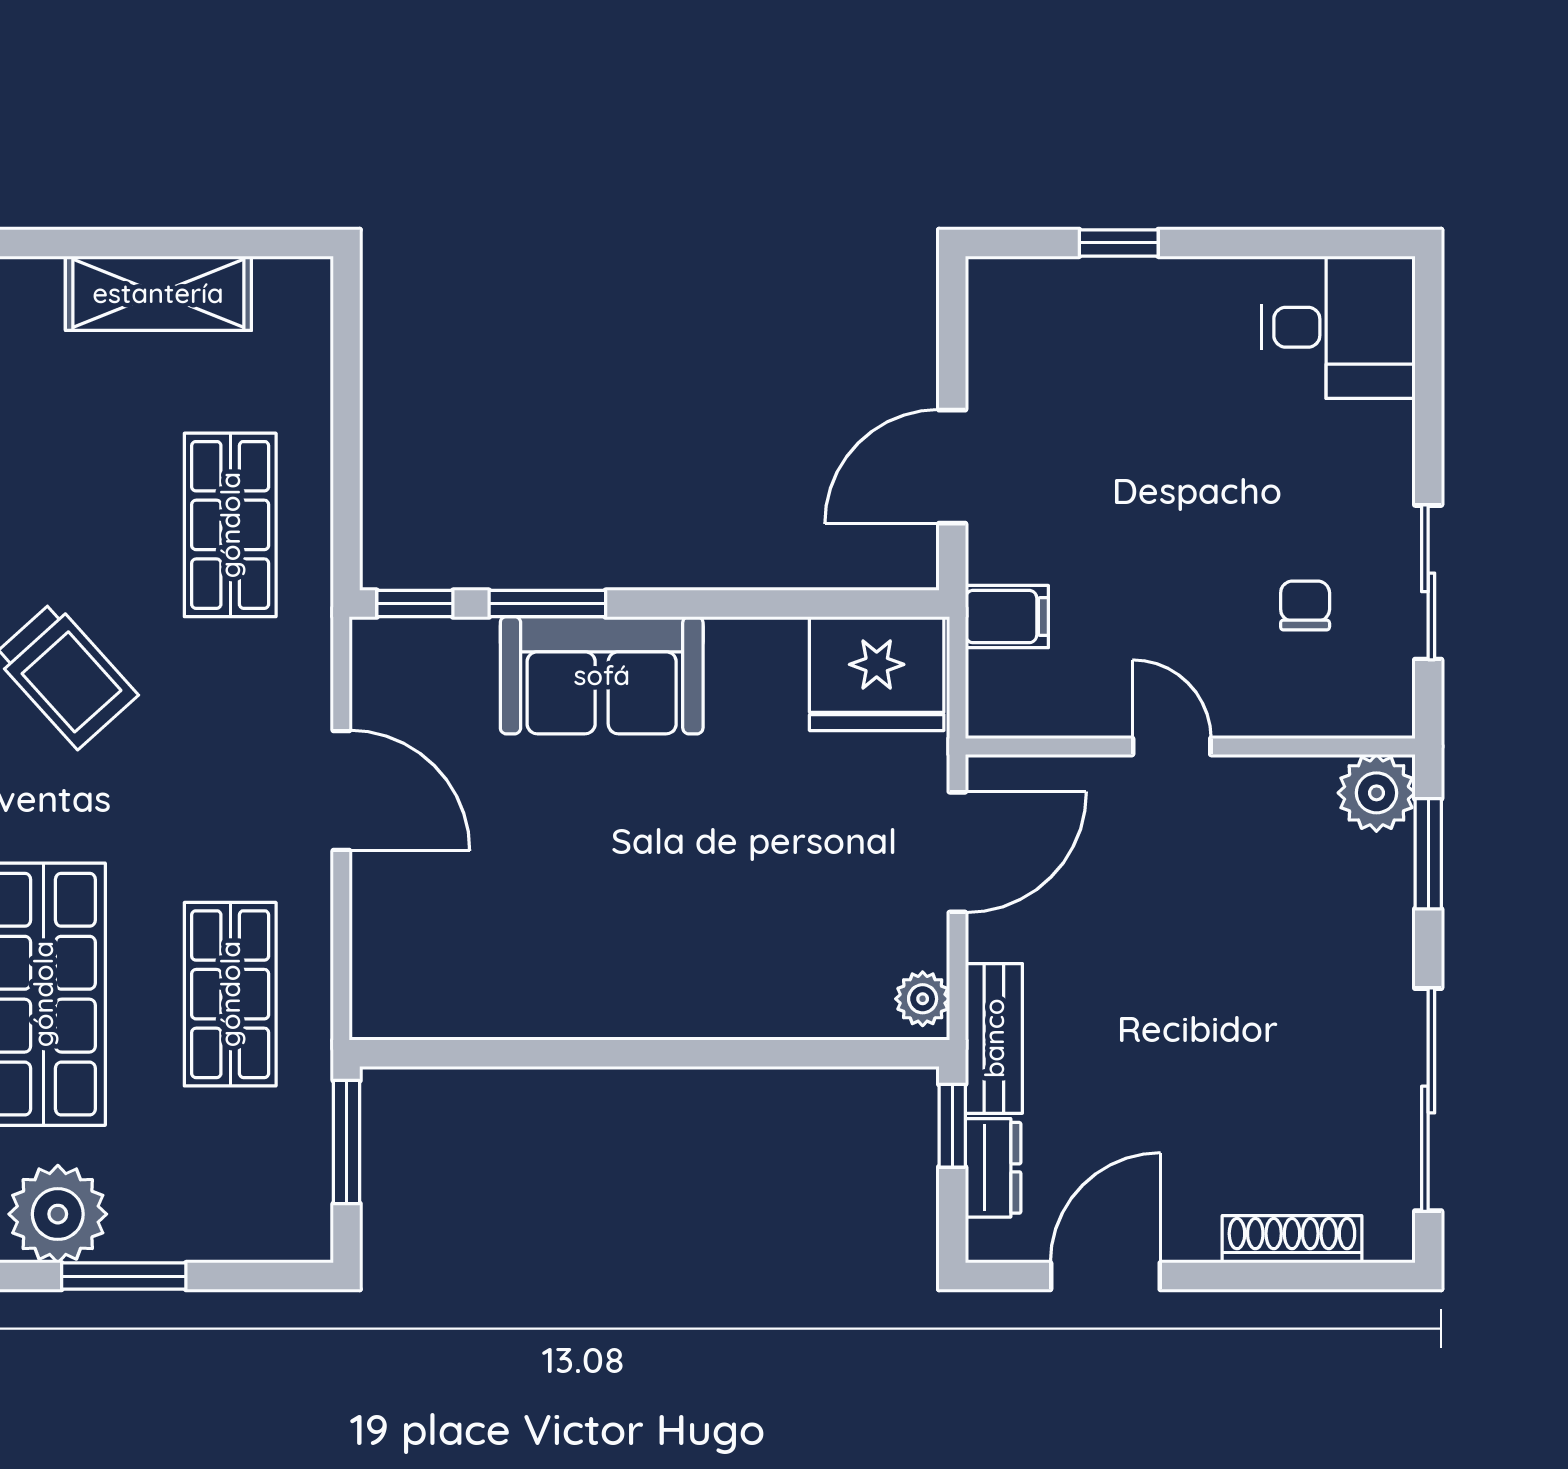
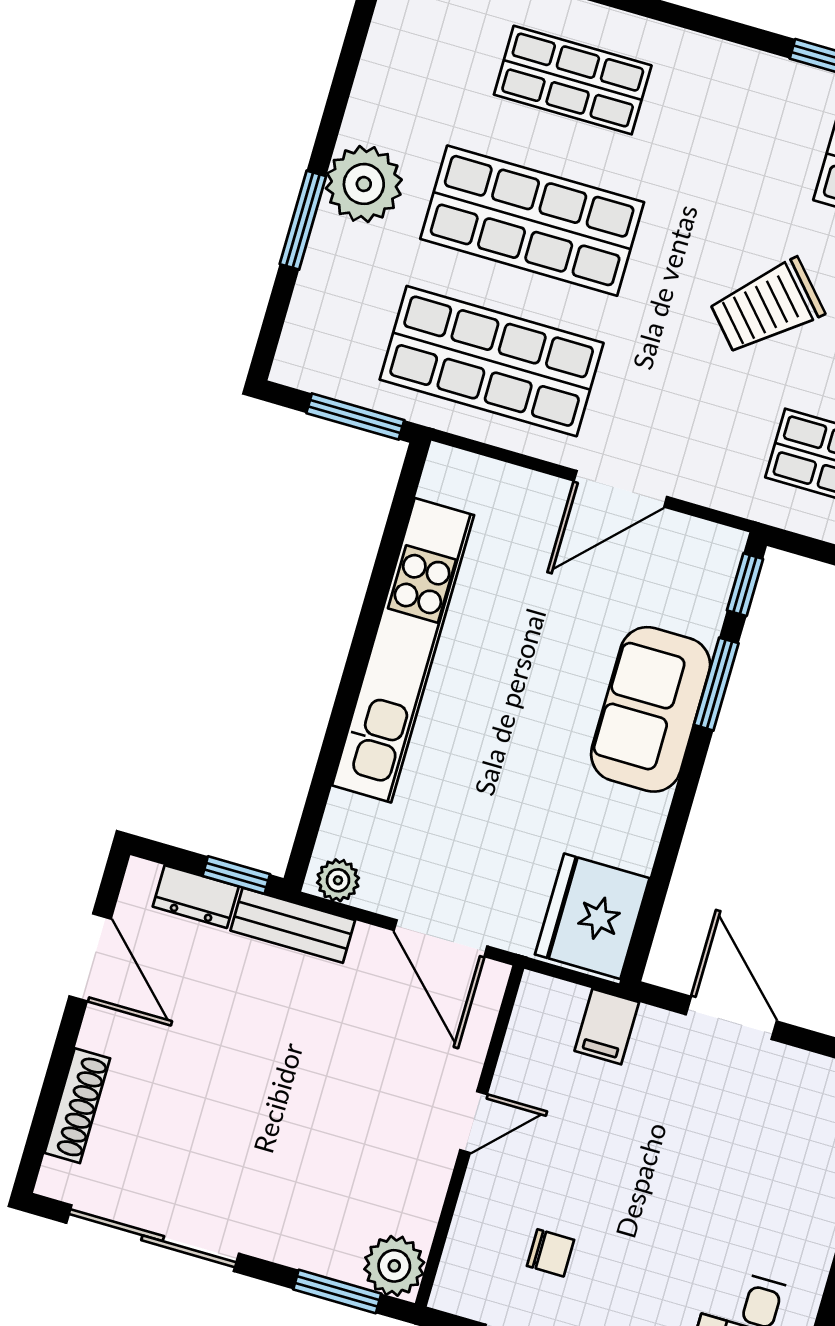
shop shelf: (230, 994) -> (492, 361), width x1.43, depth x1.36
kitchen unit: (617, 1001) -> (403, 650), added

